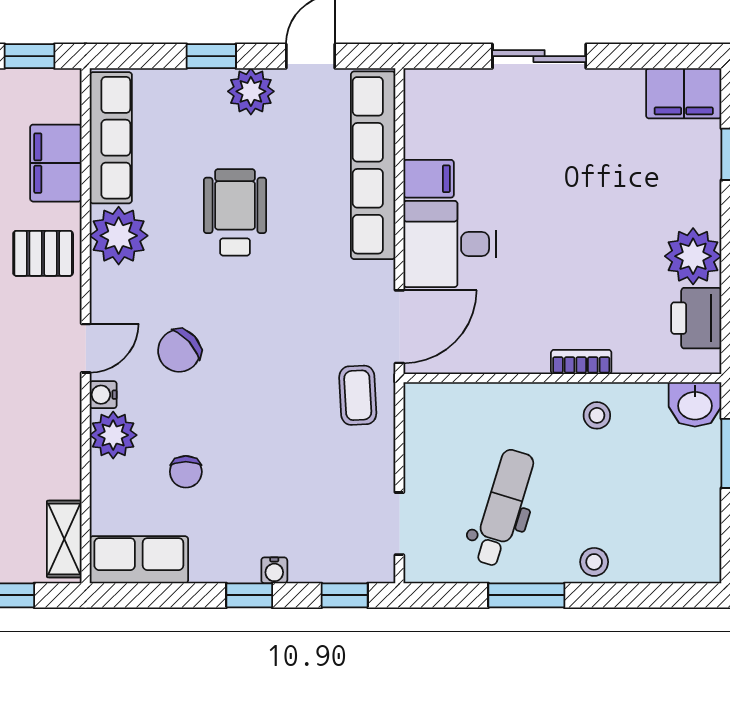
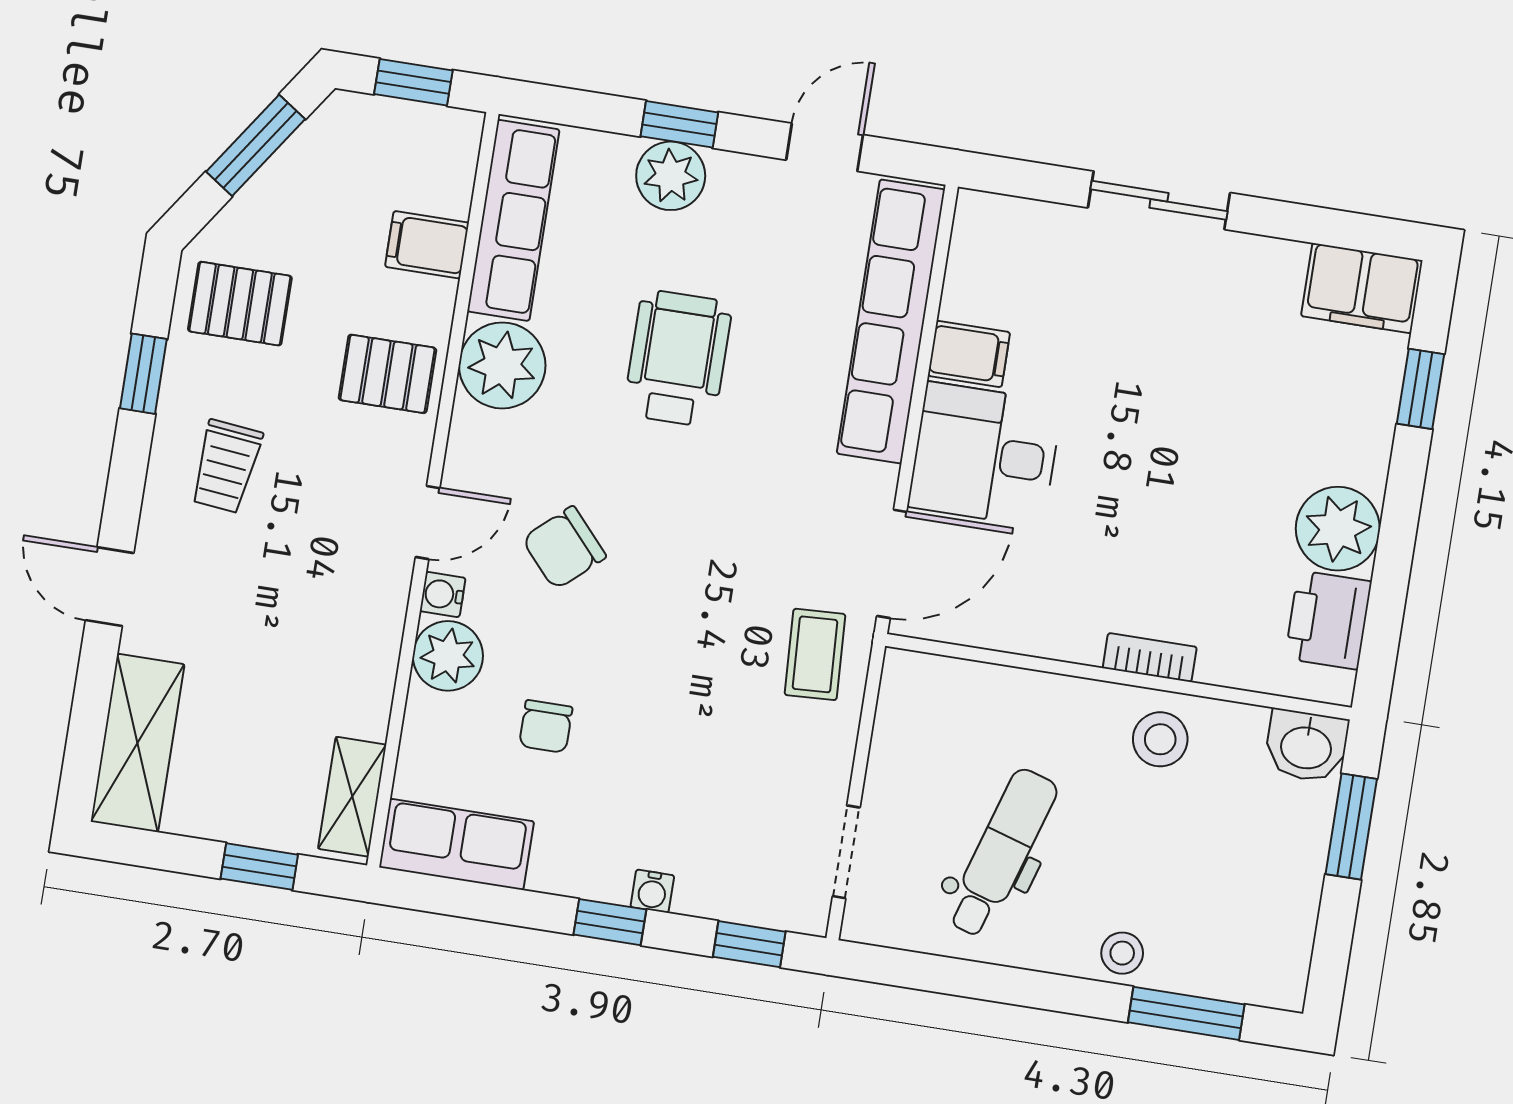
plant: (251, 91) -> (671, 176), moved
filing cabinet: (56, 163) -> (427, 245), width x0.50
stool: (597, 415) -> (1160, 739), width x1.37, depth x1.37
window: (526, 595) -> (1186, 1013), moved

